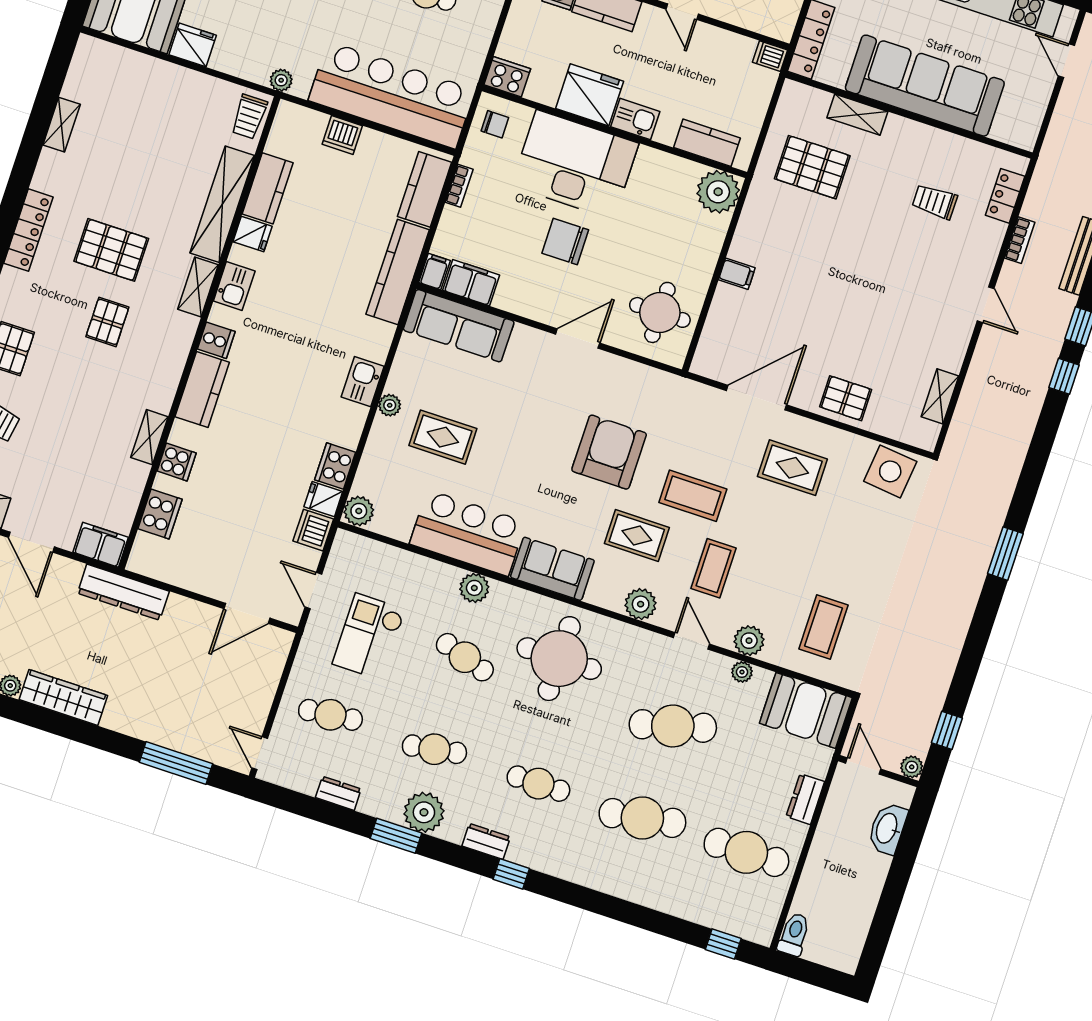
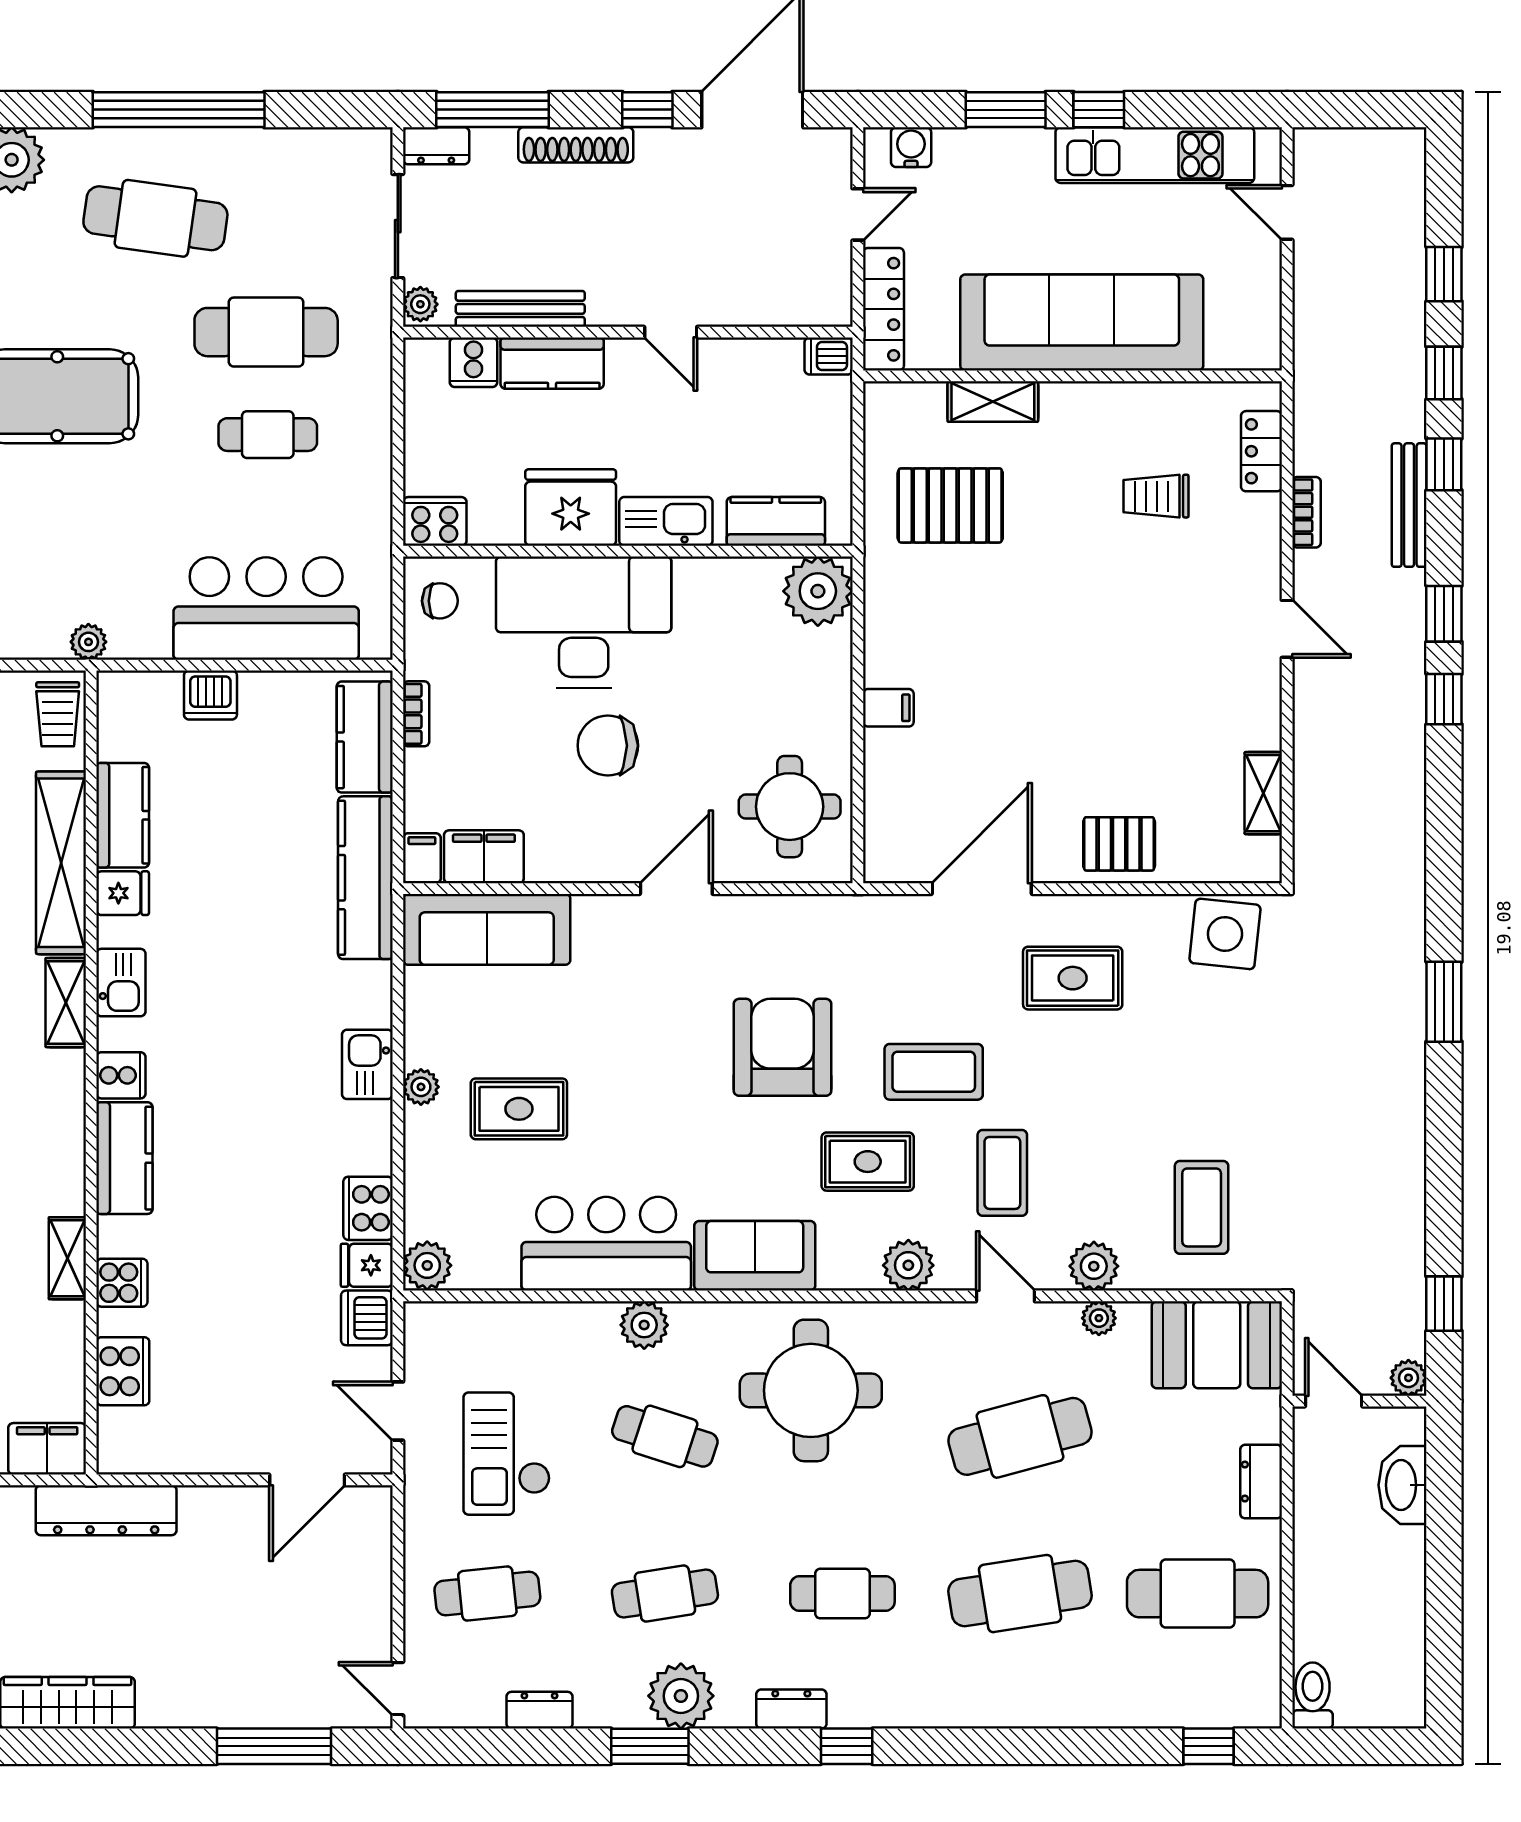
bar counter: (392, 95) -> (266, 608), width x0.73
kitchen sink: (635, 119) -> (666, 521), width x1.38

